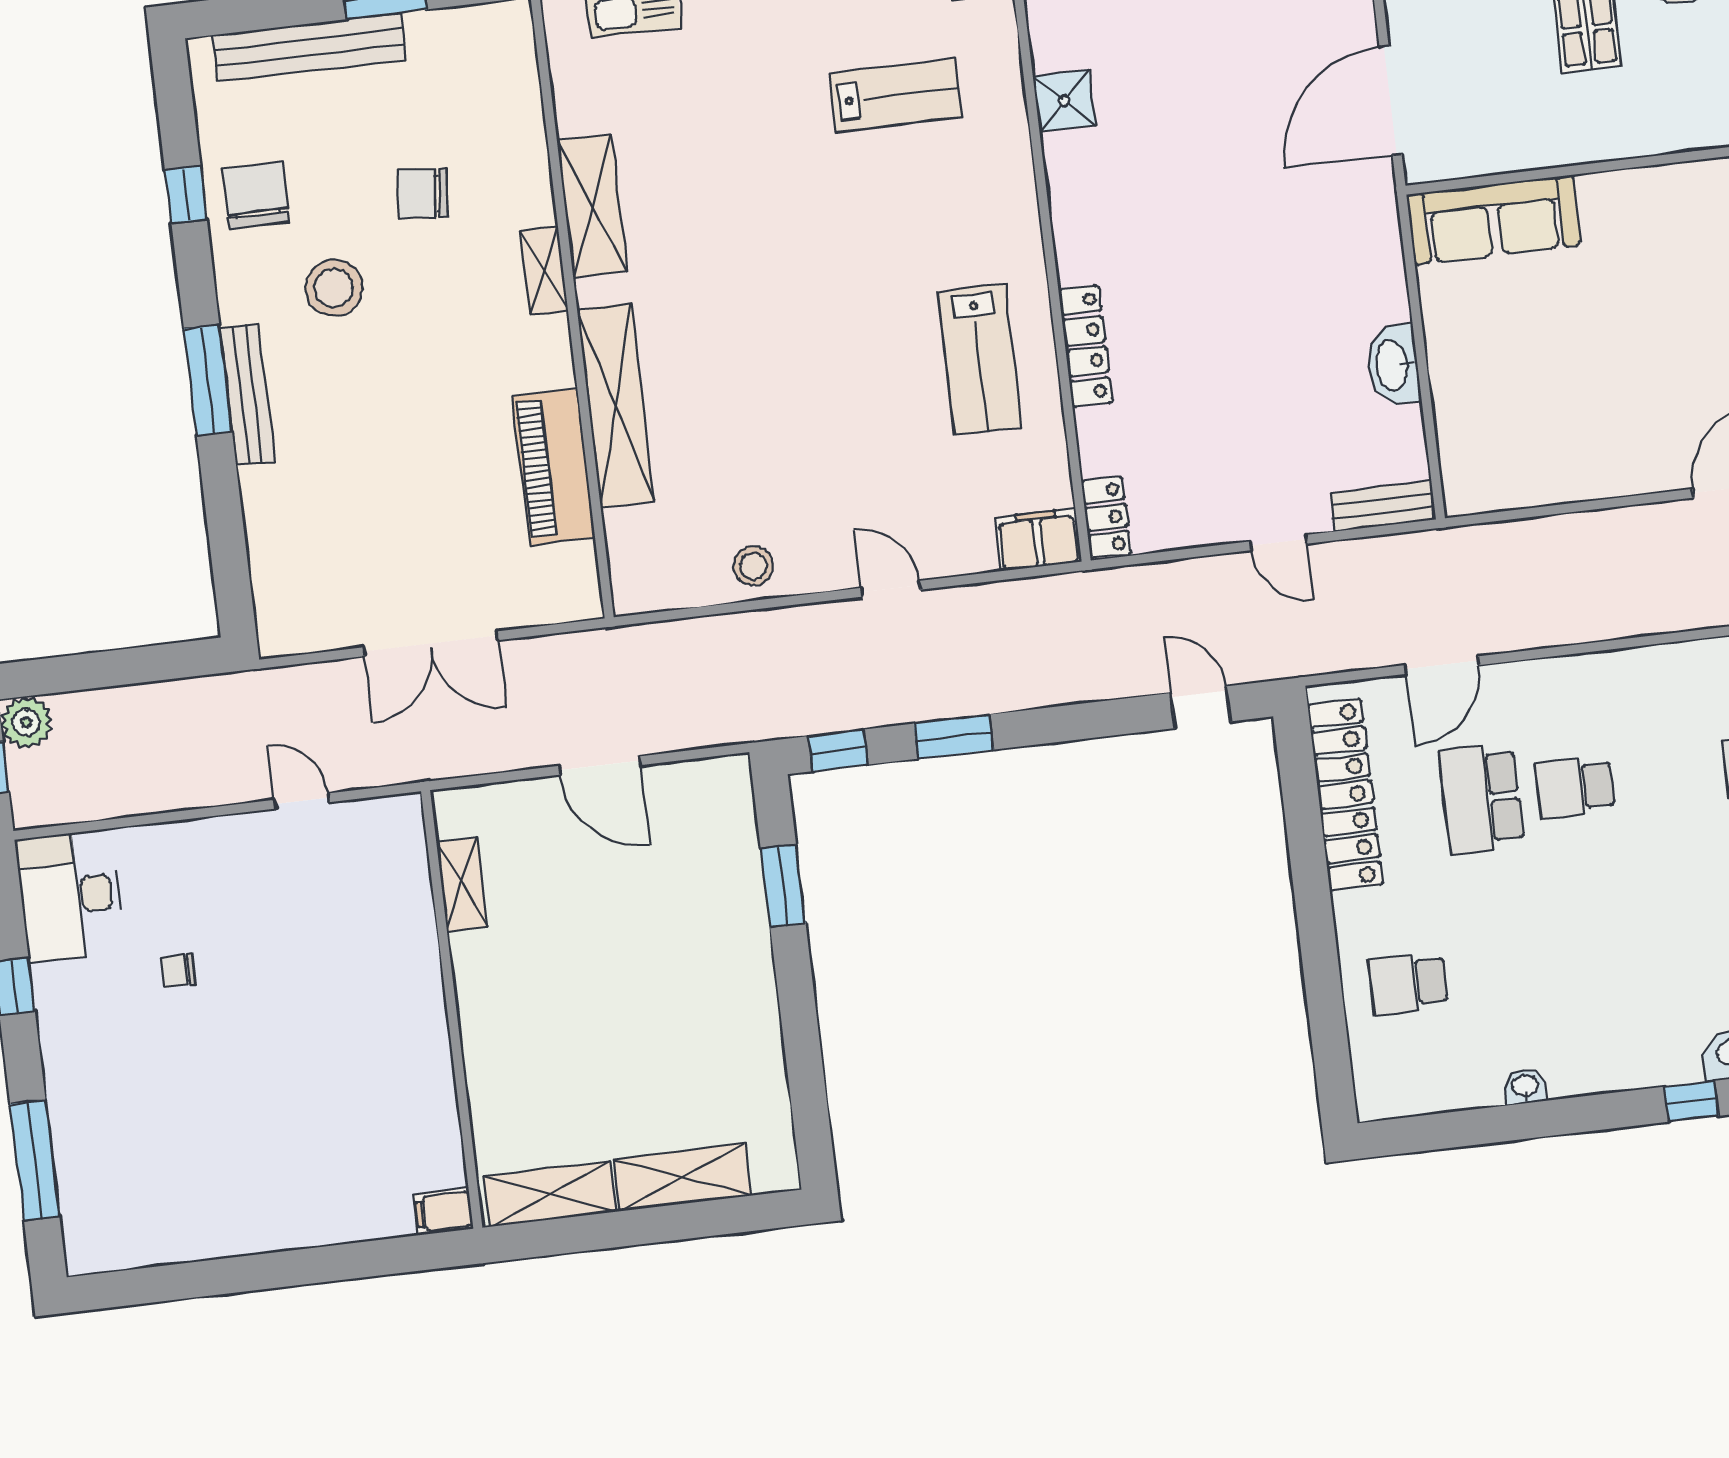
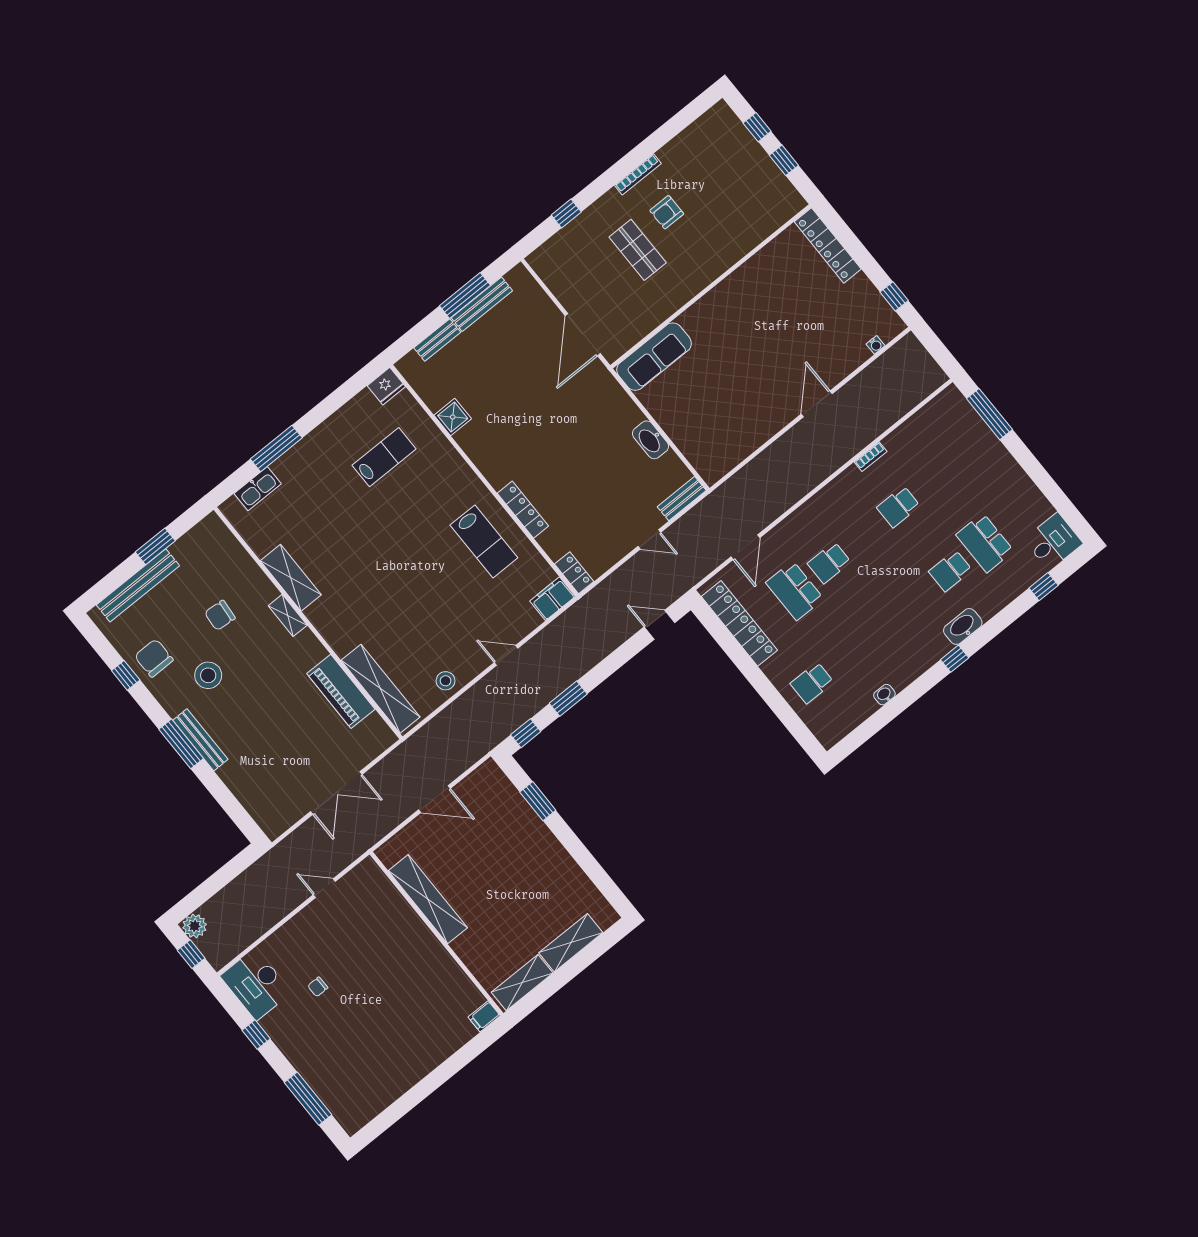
shelving: (616, 405) -> (380, 689), moved
shelving: (462, 884) -> (428, 899), width x2.20, depth x1.33

